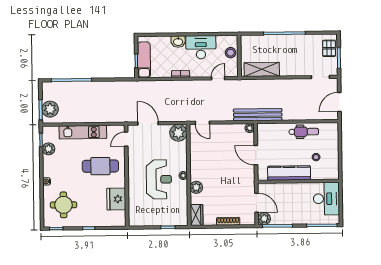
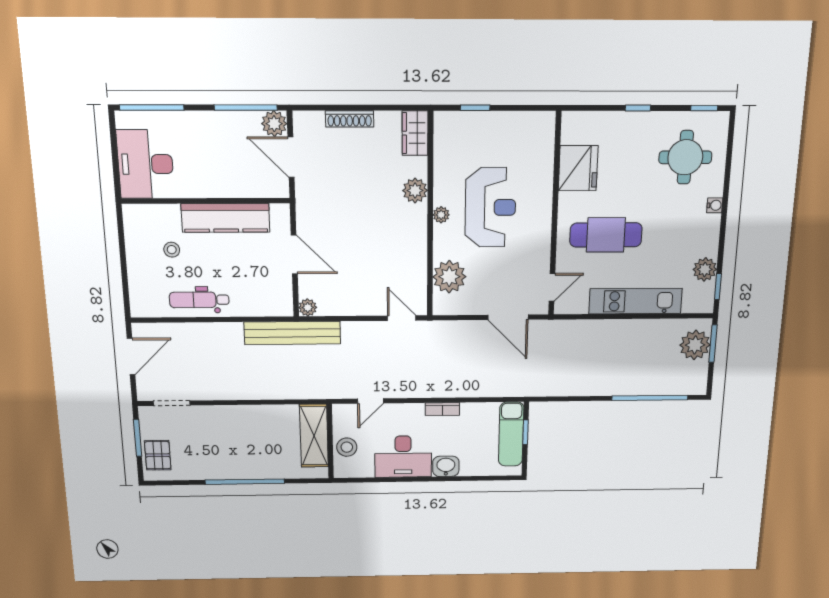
shelving: (262, 69) -> (314, 436), moved, turned 90
plant: (178, 133) -> (449, 277), moved
reception desk: (159, 179) -> (490, 207), turned 180

